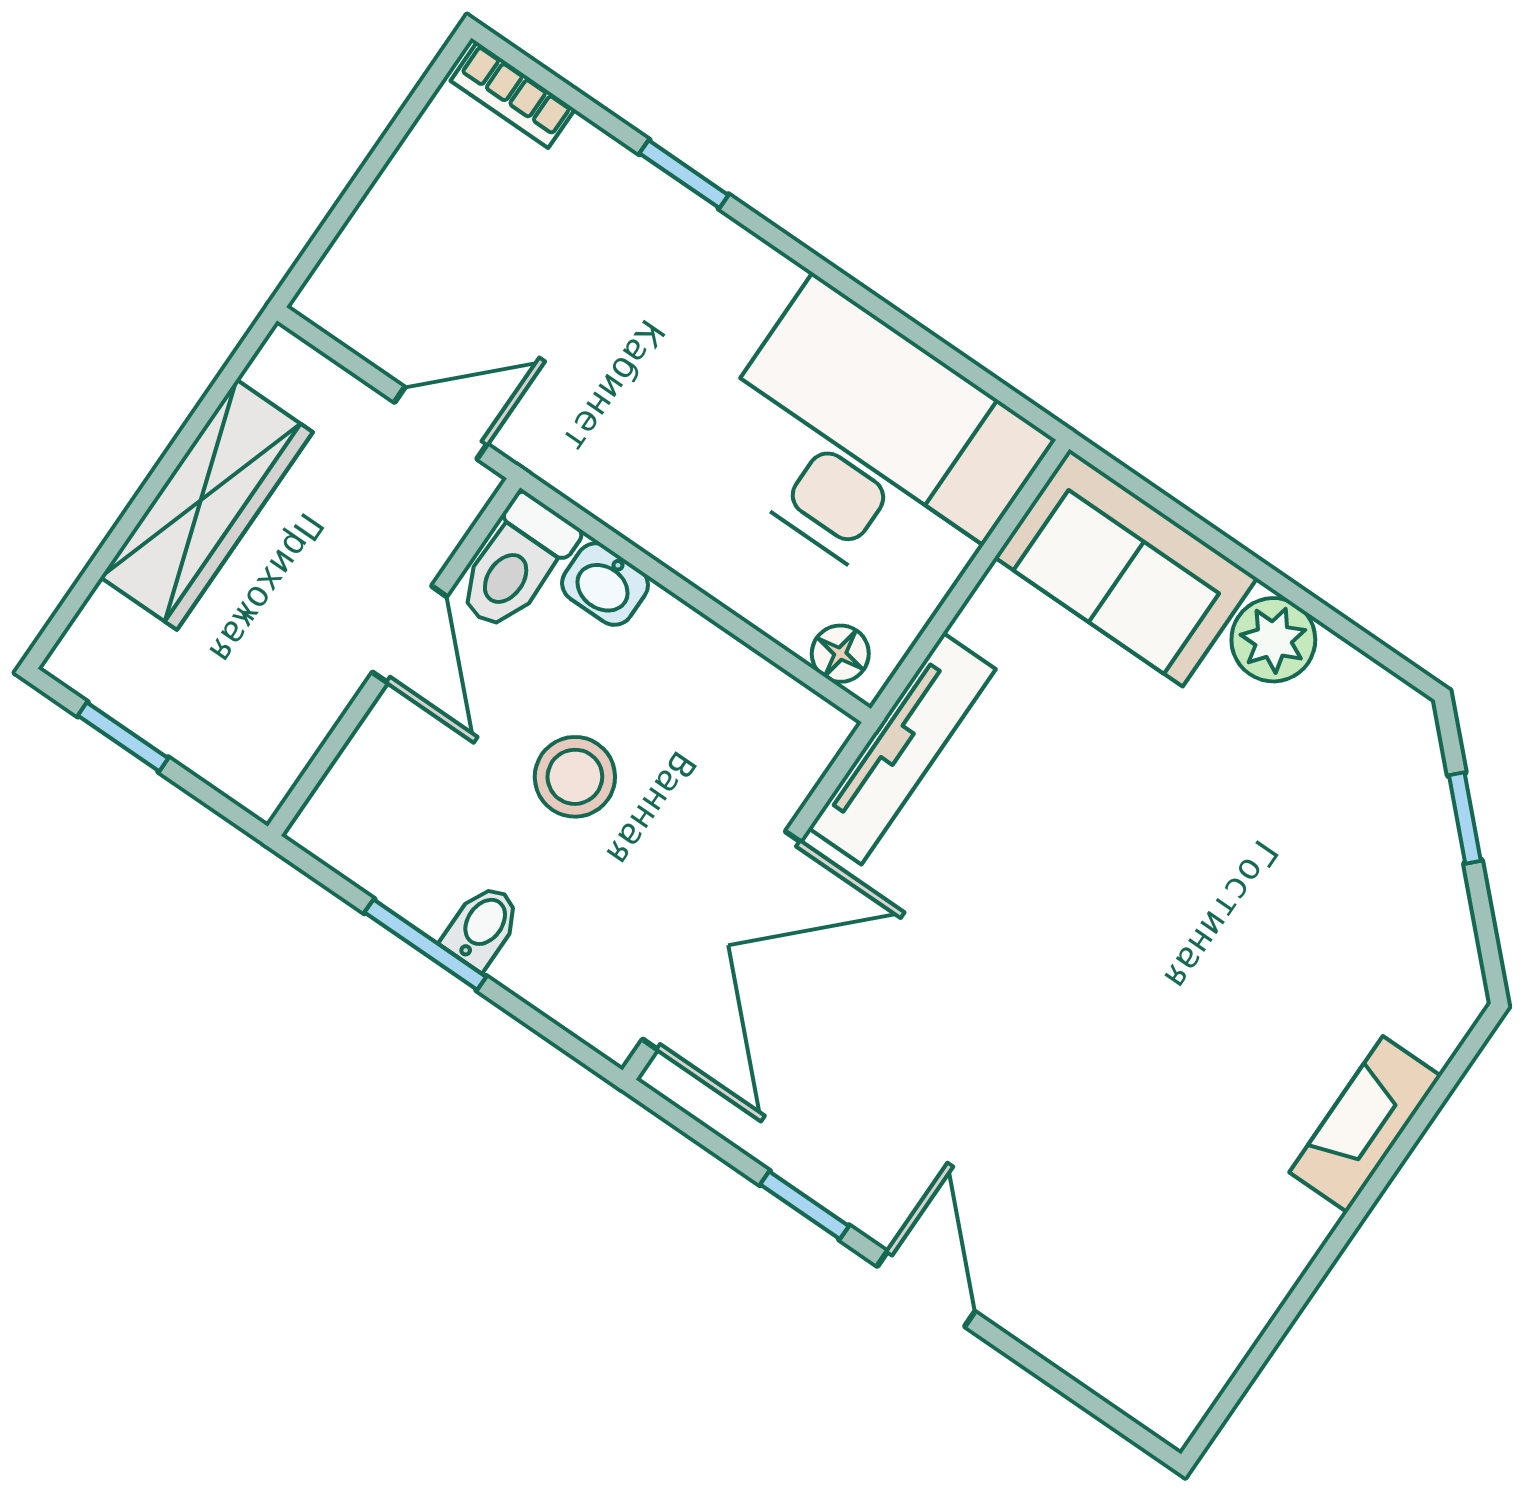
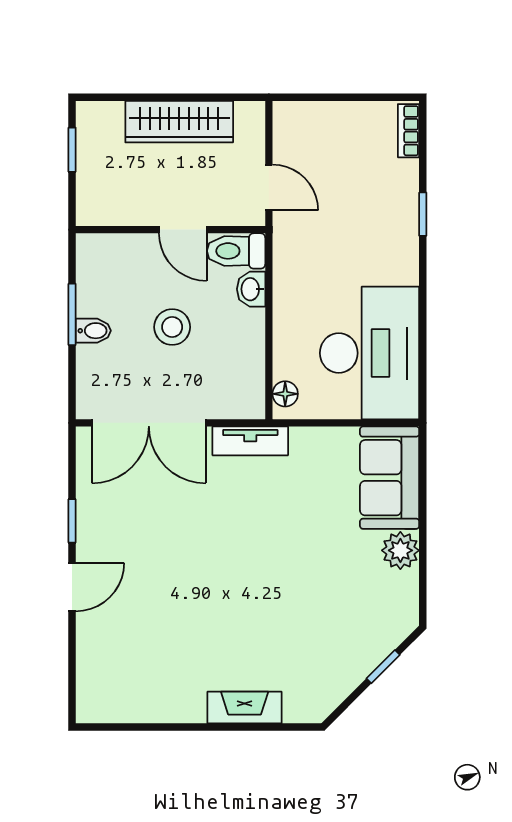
door: (410, 634) -> (183, 230), hinge flipped
tv unit: (902, 749) -> (250, 441), width x0.71

